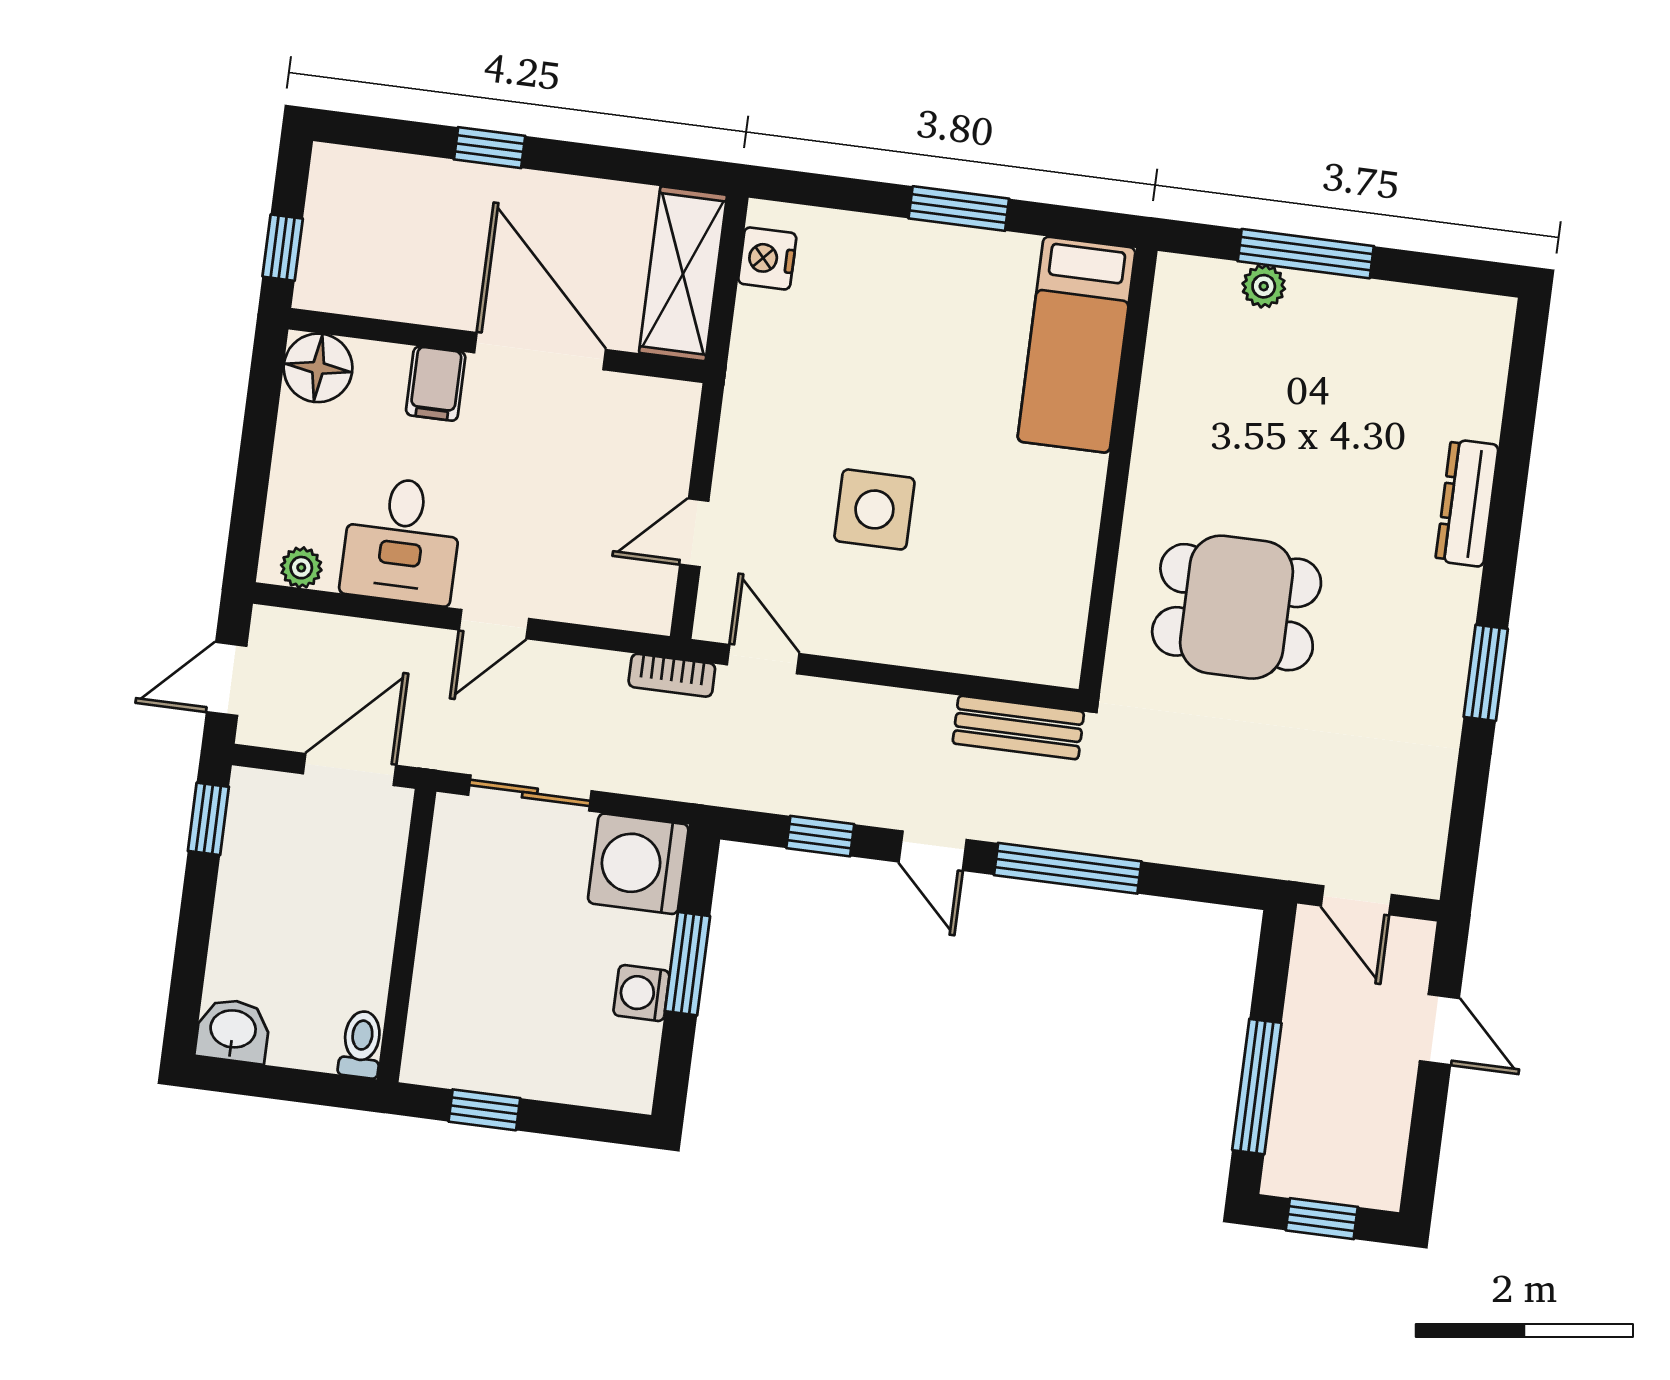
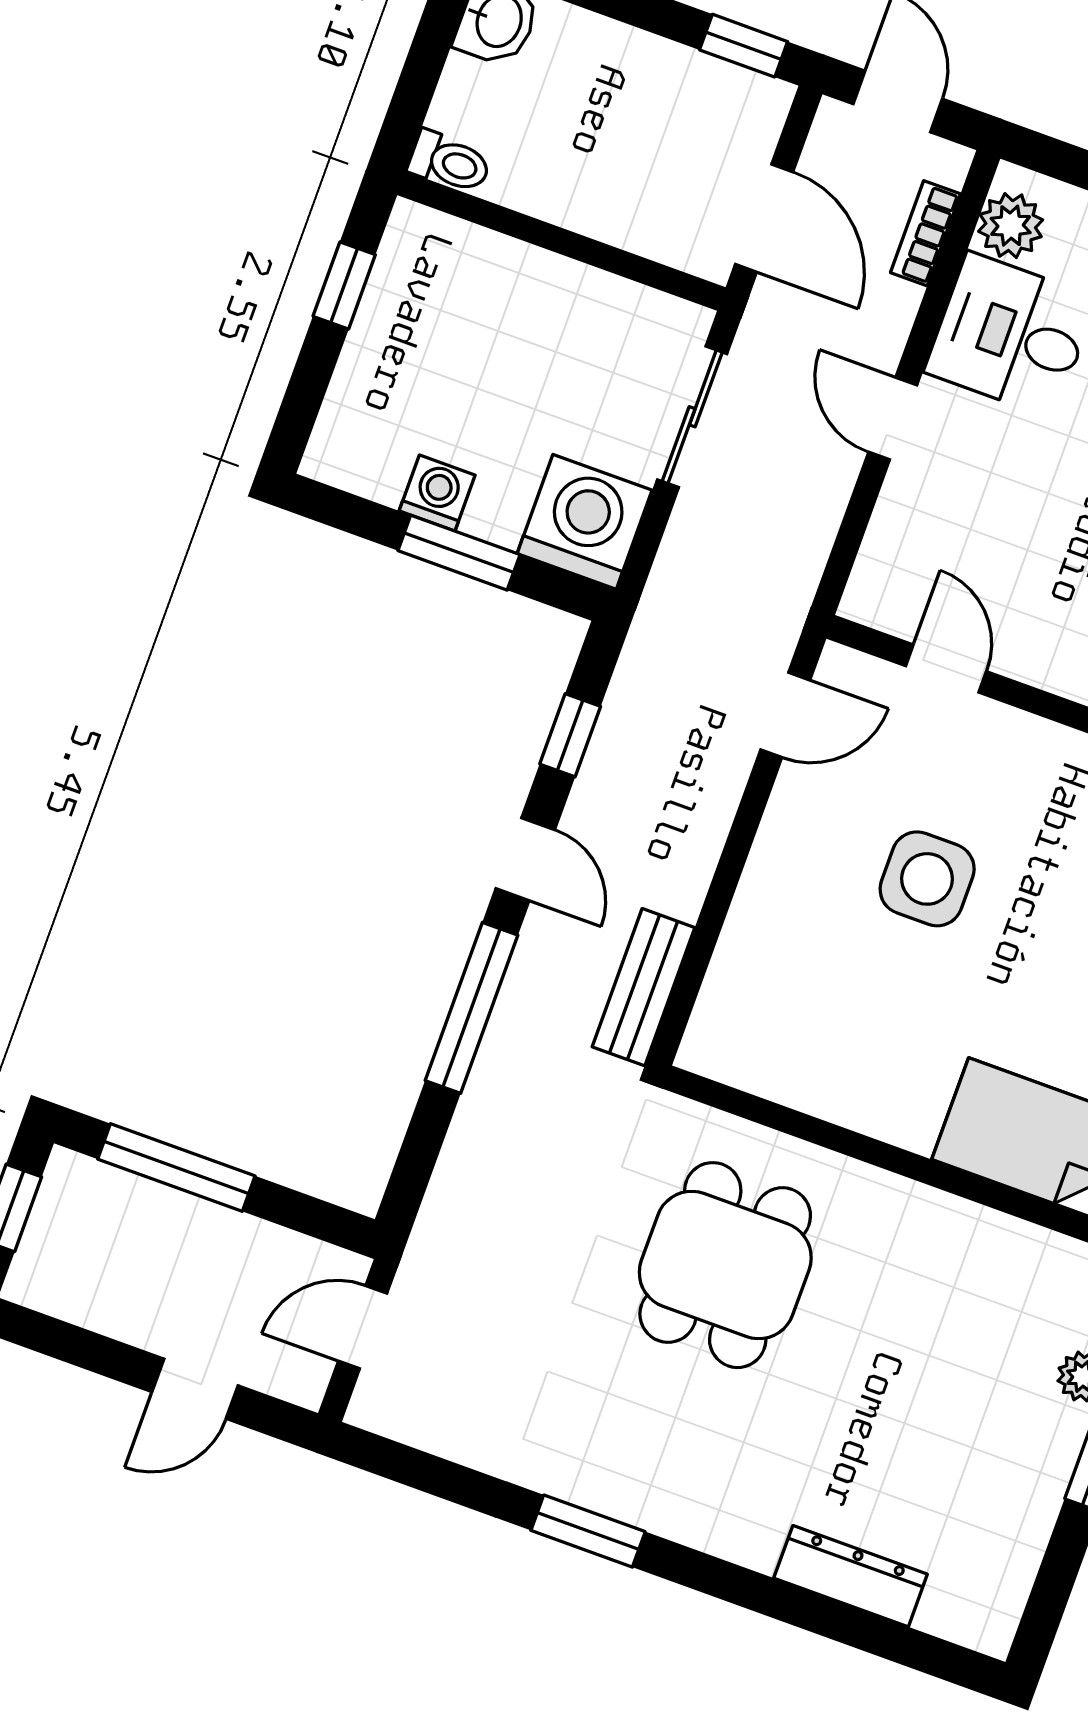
dresser: (1467, 503) -> (851, 1576), moved
plant: (301, 568) -> (1011, 226), width x1.38, depth x1.38
bookcase: (672, 675) -> (925, 233), moved
door: (933, 851) -> (525, 859), swing flipped

